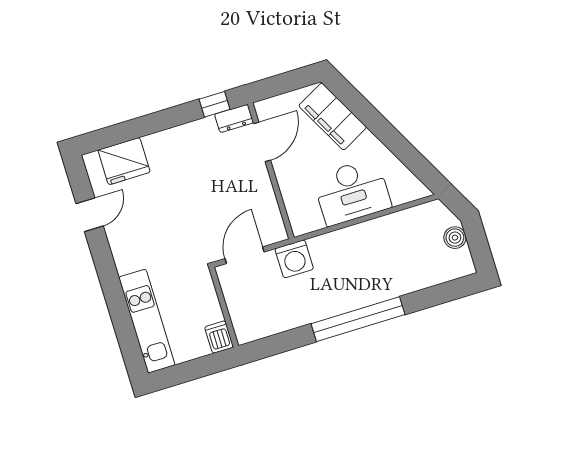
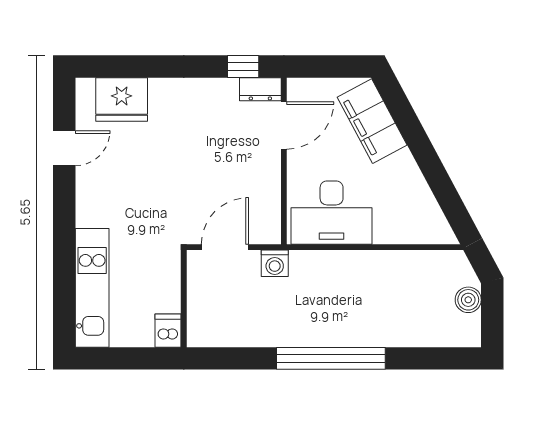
desk: (352, 192) -> (332, 213), moved
washing machine: (294, 259) -> (275, 263), width x0.73, depth x0.73

